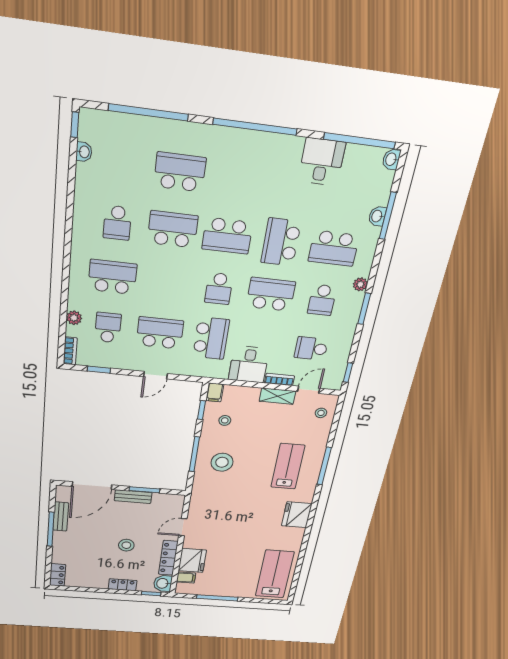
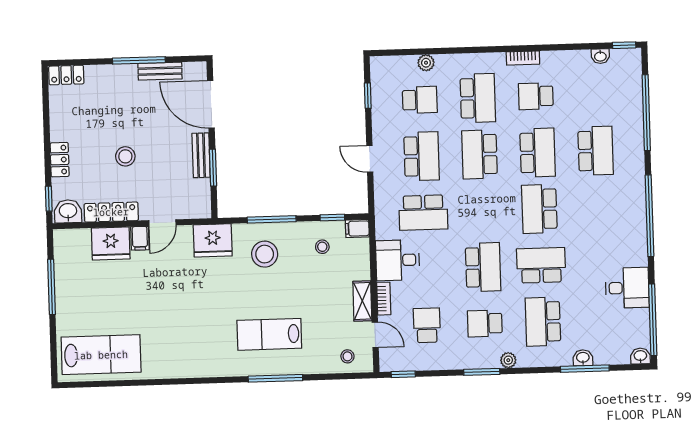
school desk: (219, 289) -> (480, 154), moved, width x1.85
bookcase: (70, 351) -> (523, 58), moved
lab bench: (288, 466) -> (269, 334), turned 180
fridge: (297, 515) -> (213, 240), moved, turned 180
door: (183, 527) -> (162, 223), swing flipped
filing cabinet: (186, 578) -> (140, 238), moved

